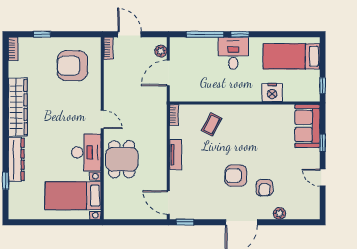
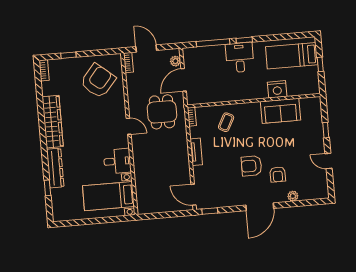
armchair: (72, 66) -> (98, 81), turned 130
window: (323, 86) -> (320, 64), moved
sofa: (307, 126) -> (280, 111), moved, turned -90
desk: (86, 152) -> (117, 161), width x0.73
dining table: (122, 159) -> (162, 112), moved

